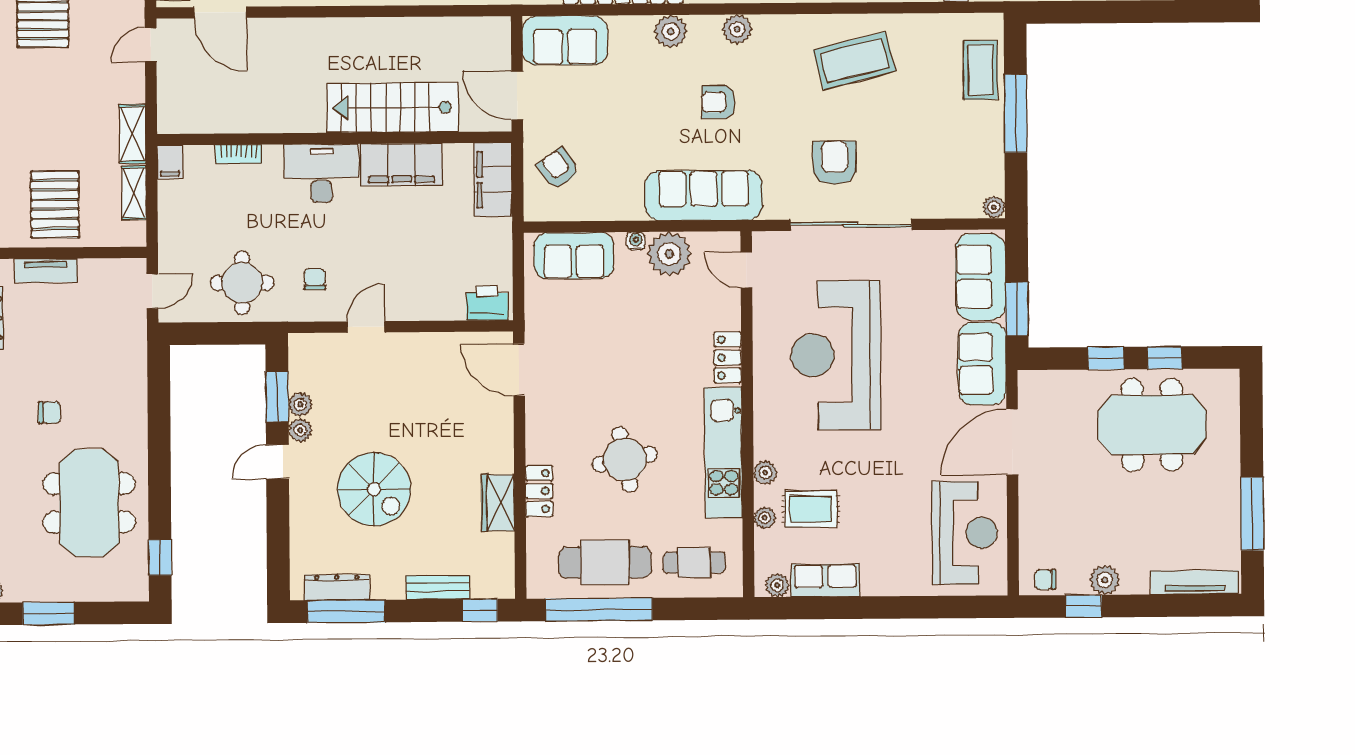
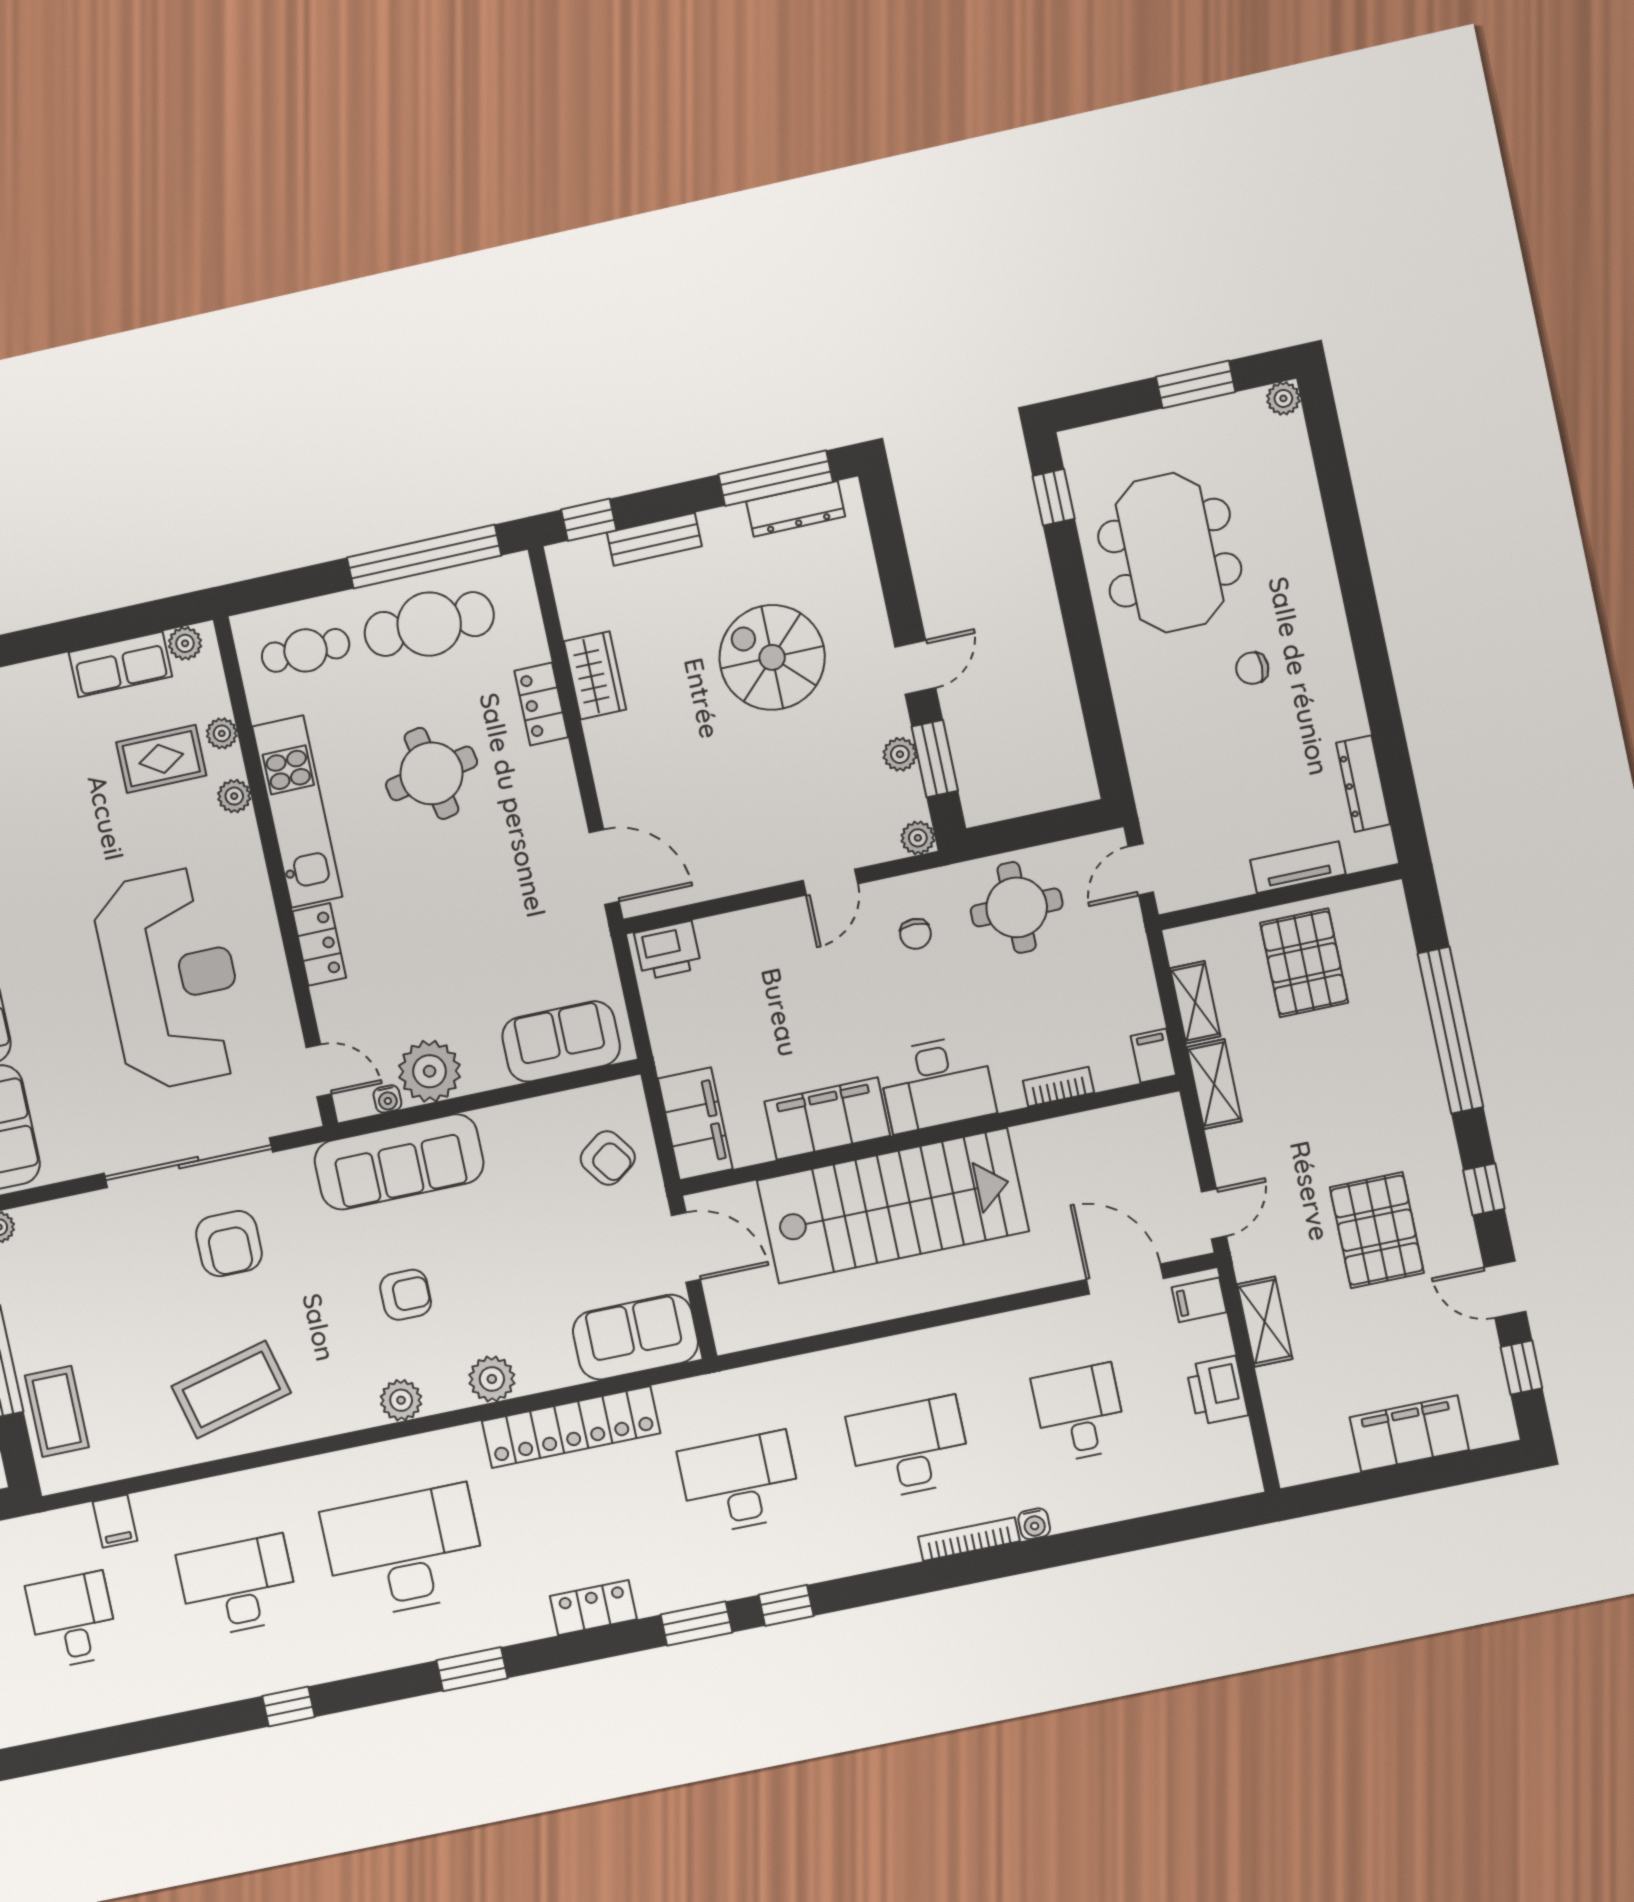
stairs: (393, 108) -> (893, 1206), width x1.36, depth x1.51
water cooler: (636, 241) -> (387, 1099), moved
plant: (300, 430) -> (918, 838), moved

